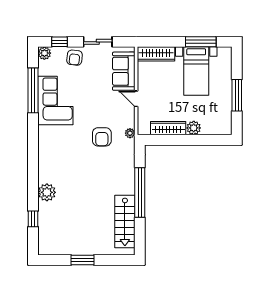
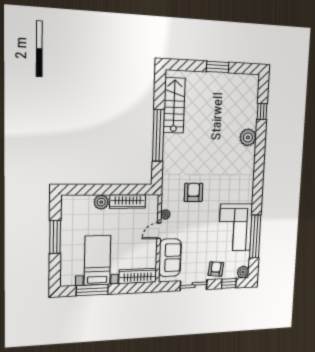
door: (136, 99) -> (159, 231), swing flipped
plant: (130, 133) -> (165, 215), moved

